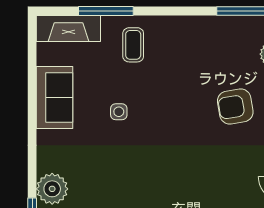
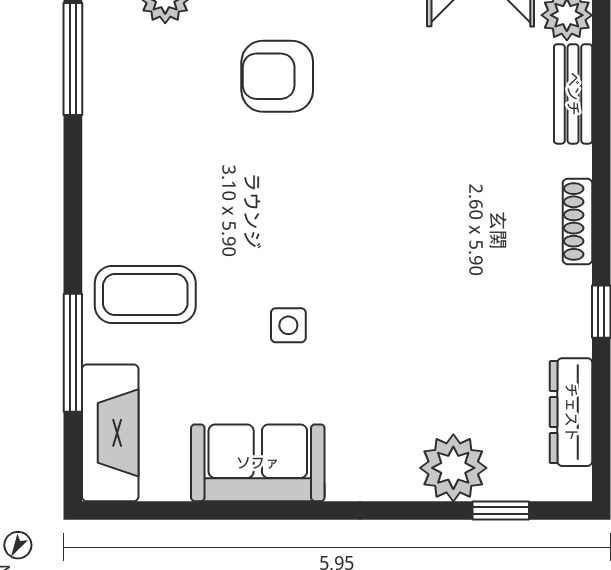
coffee table: (133, 45) -> (145, 295), width x1.36, depth x1.30
armchair: (235, 107) -> (277, 76), turned 99

